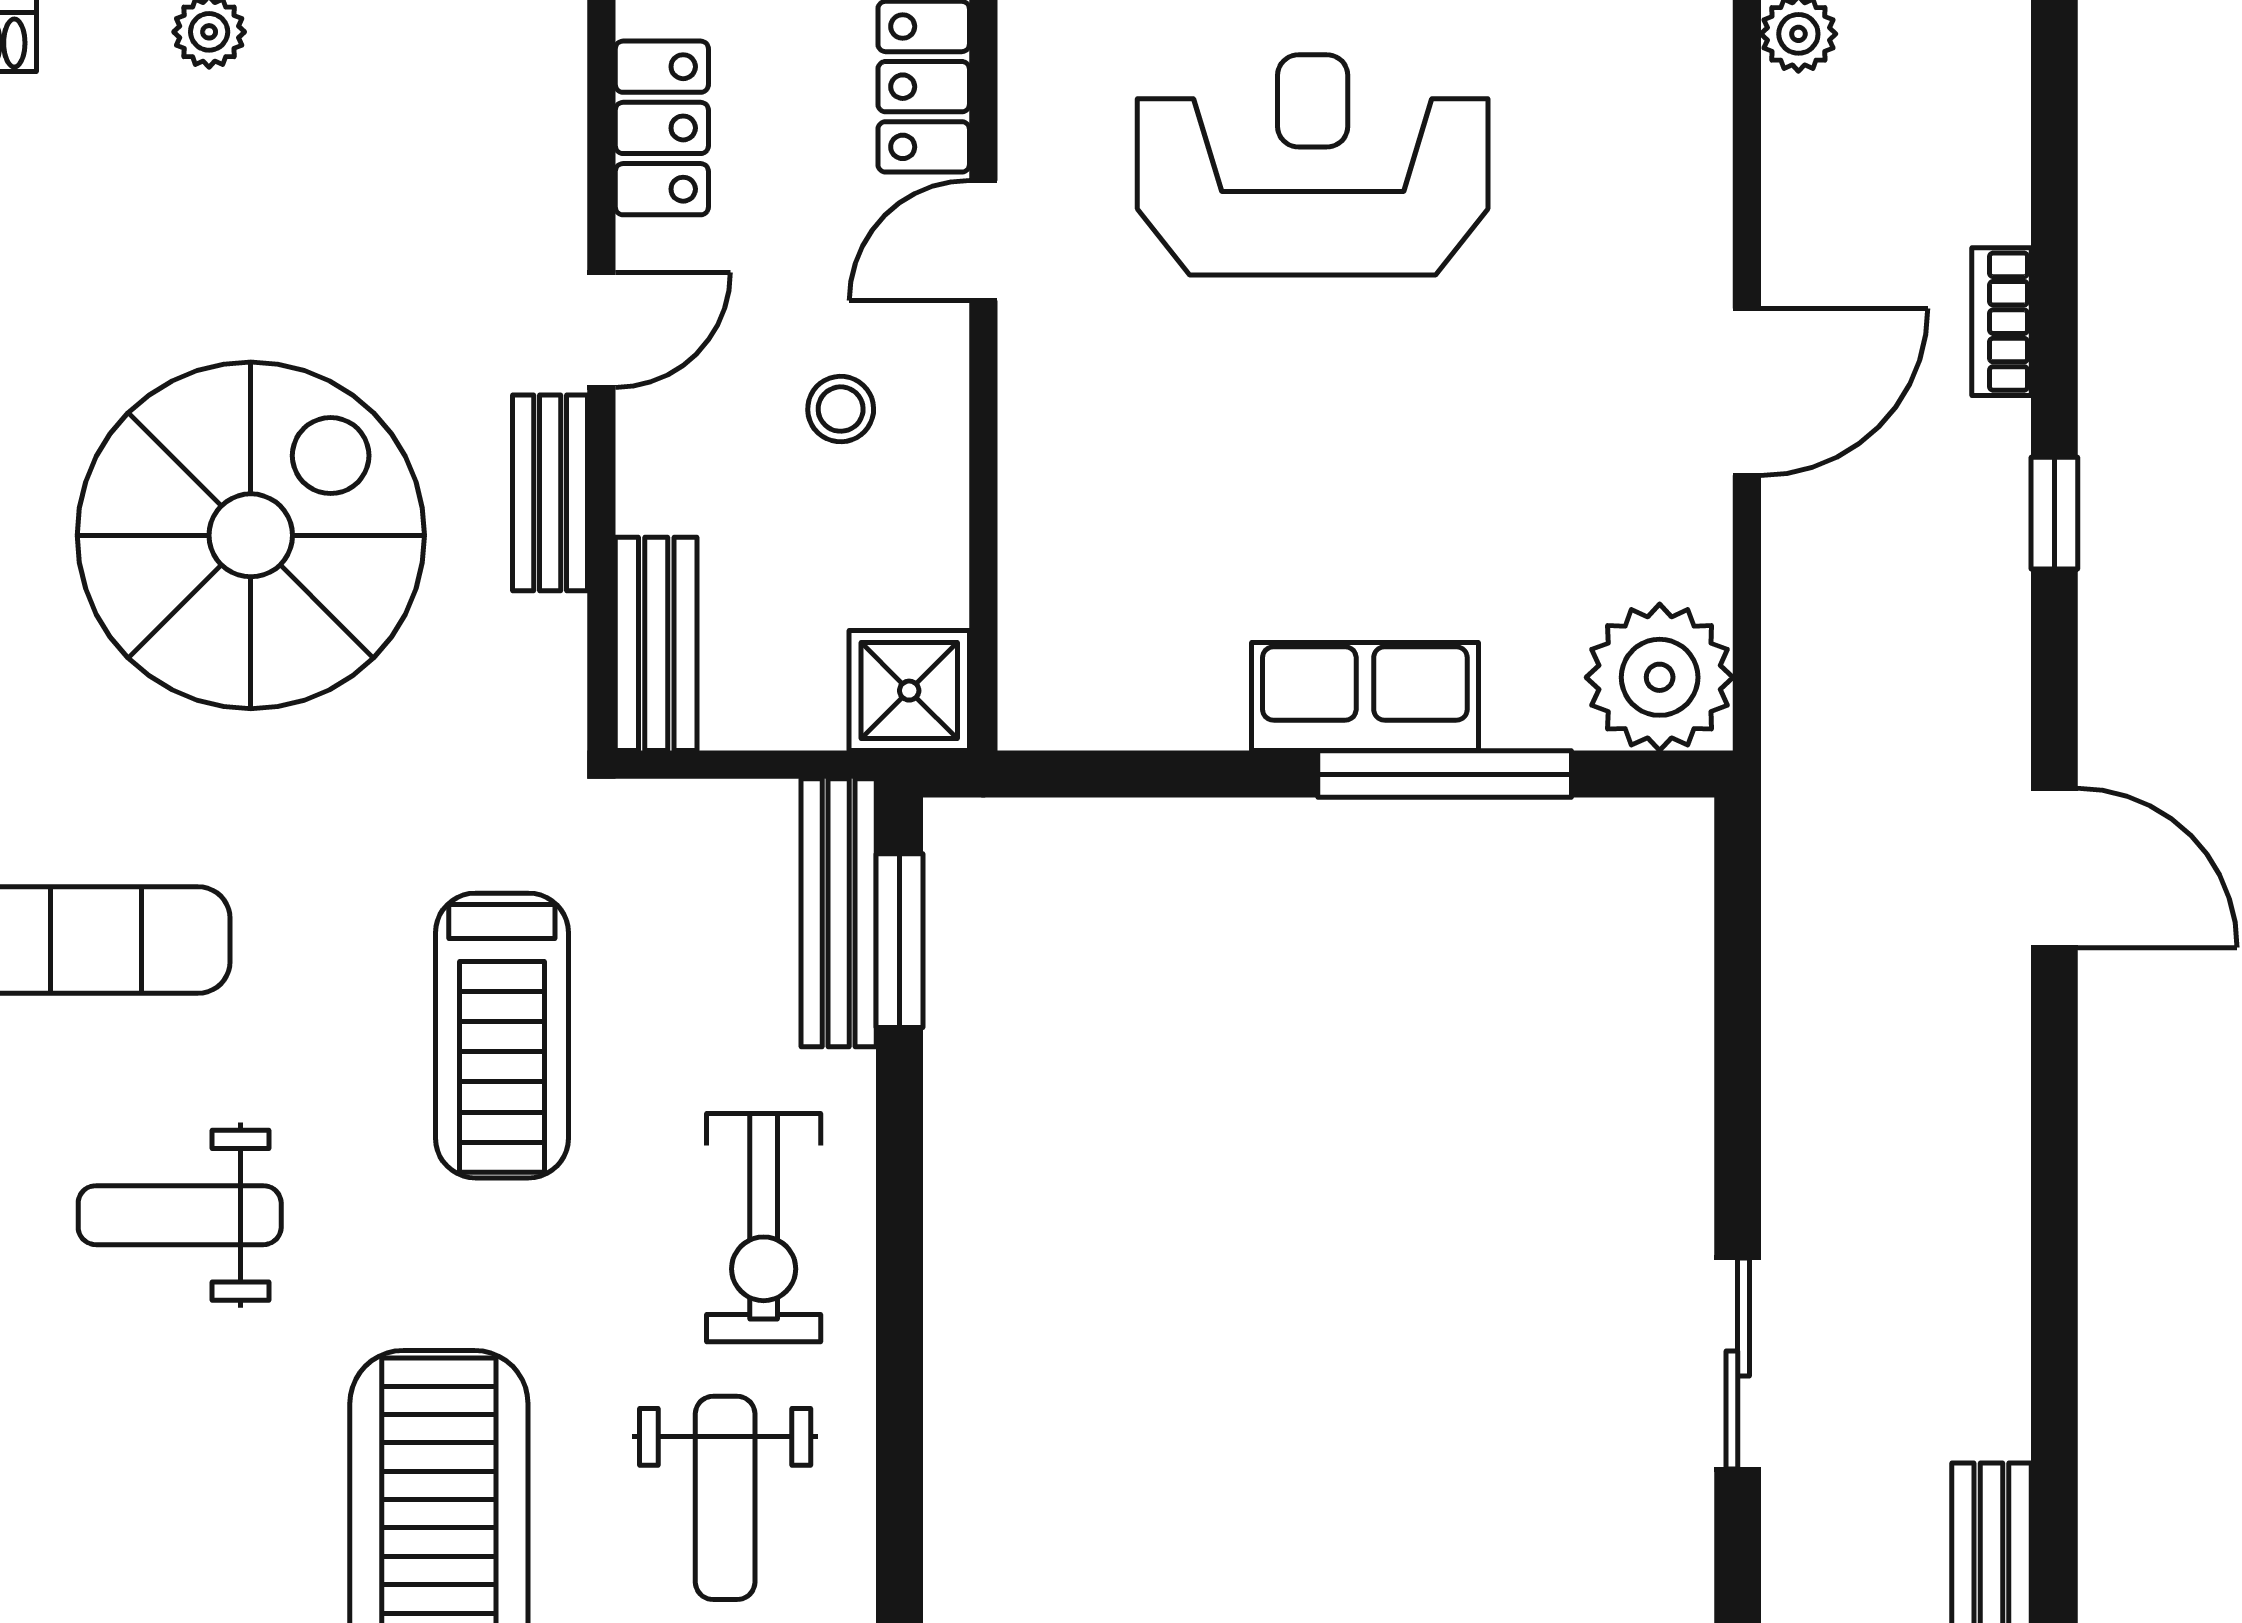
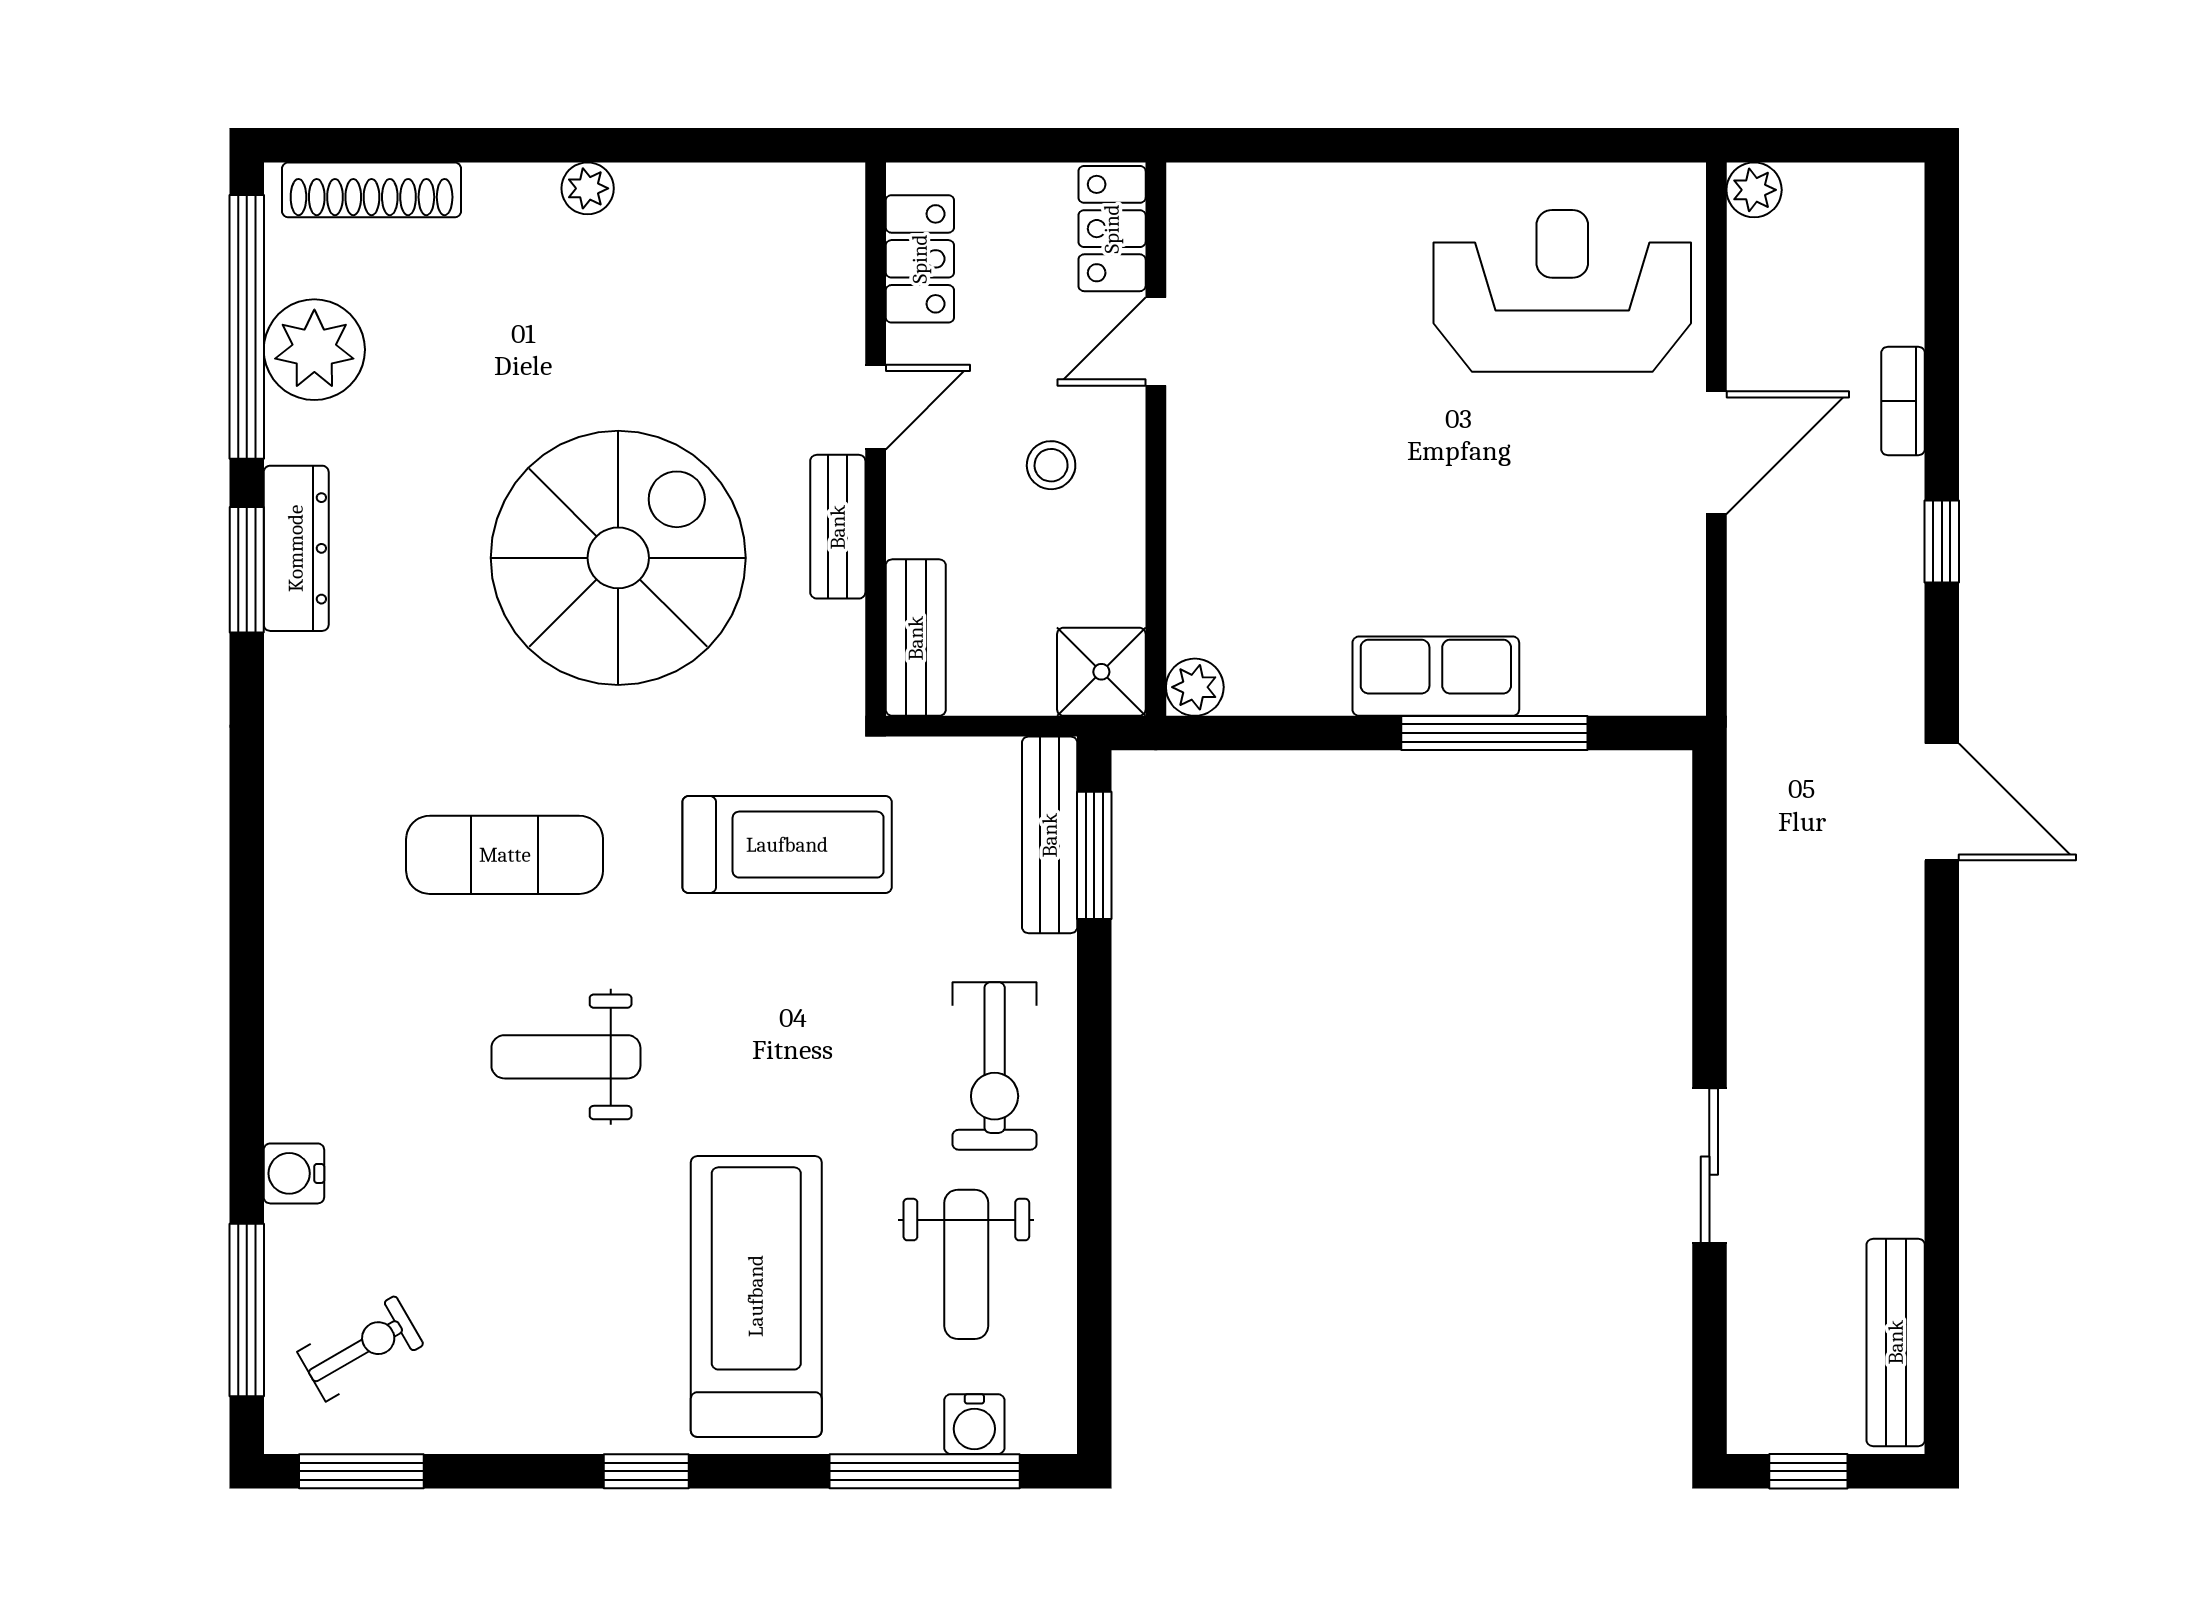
reception desk: (1313, 165) -> (1562, 291), moved
plant: (1660, 677) -> (1195, 687), moved, width x0.53, depth x0.53
treadmill: (502, 1036) -> (787, 845), moved, turned -90

